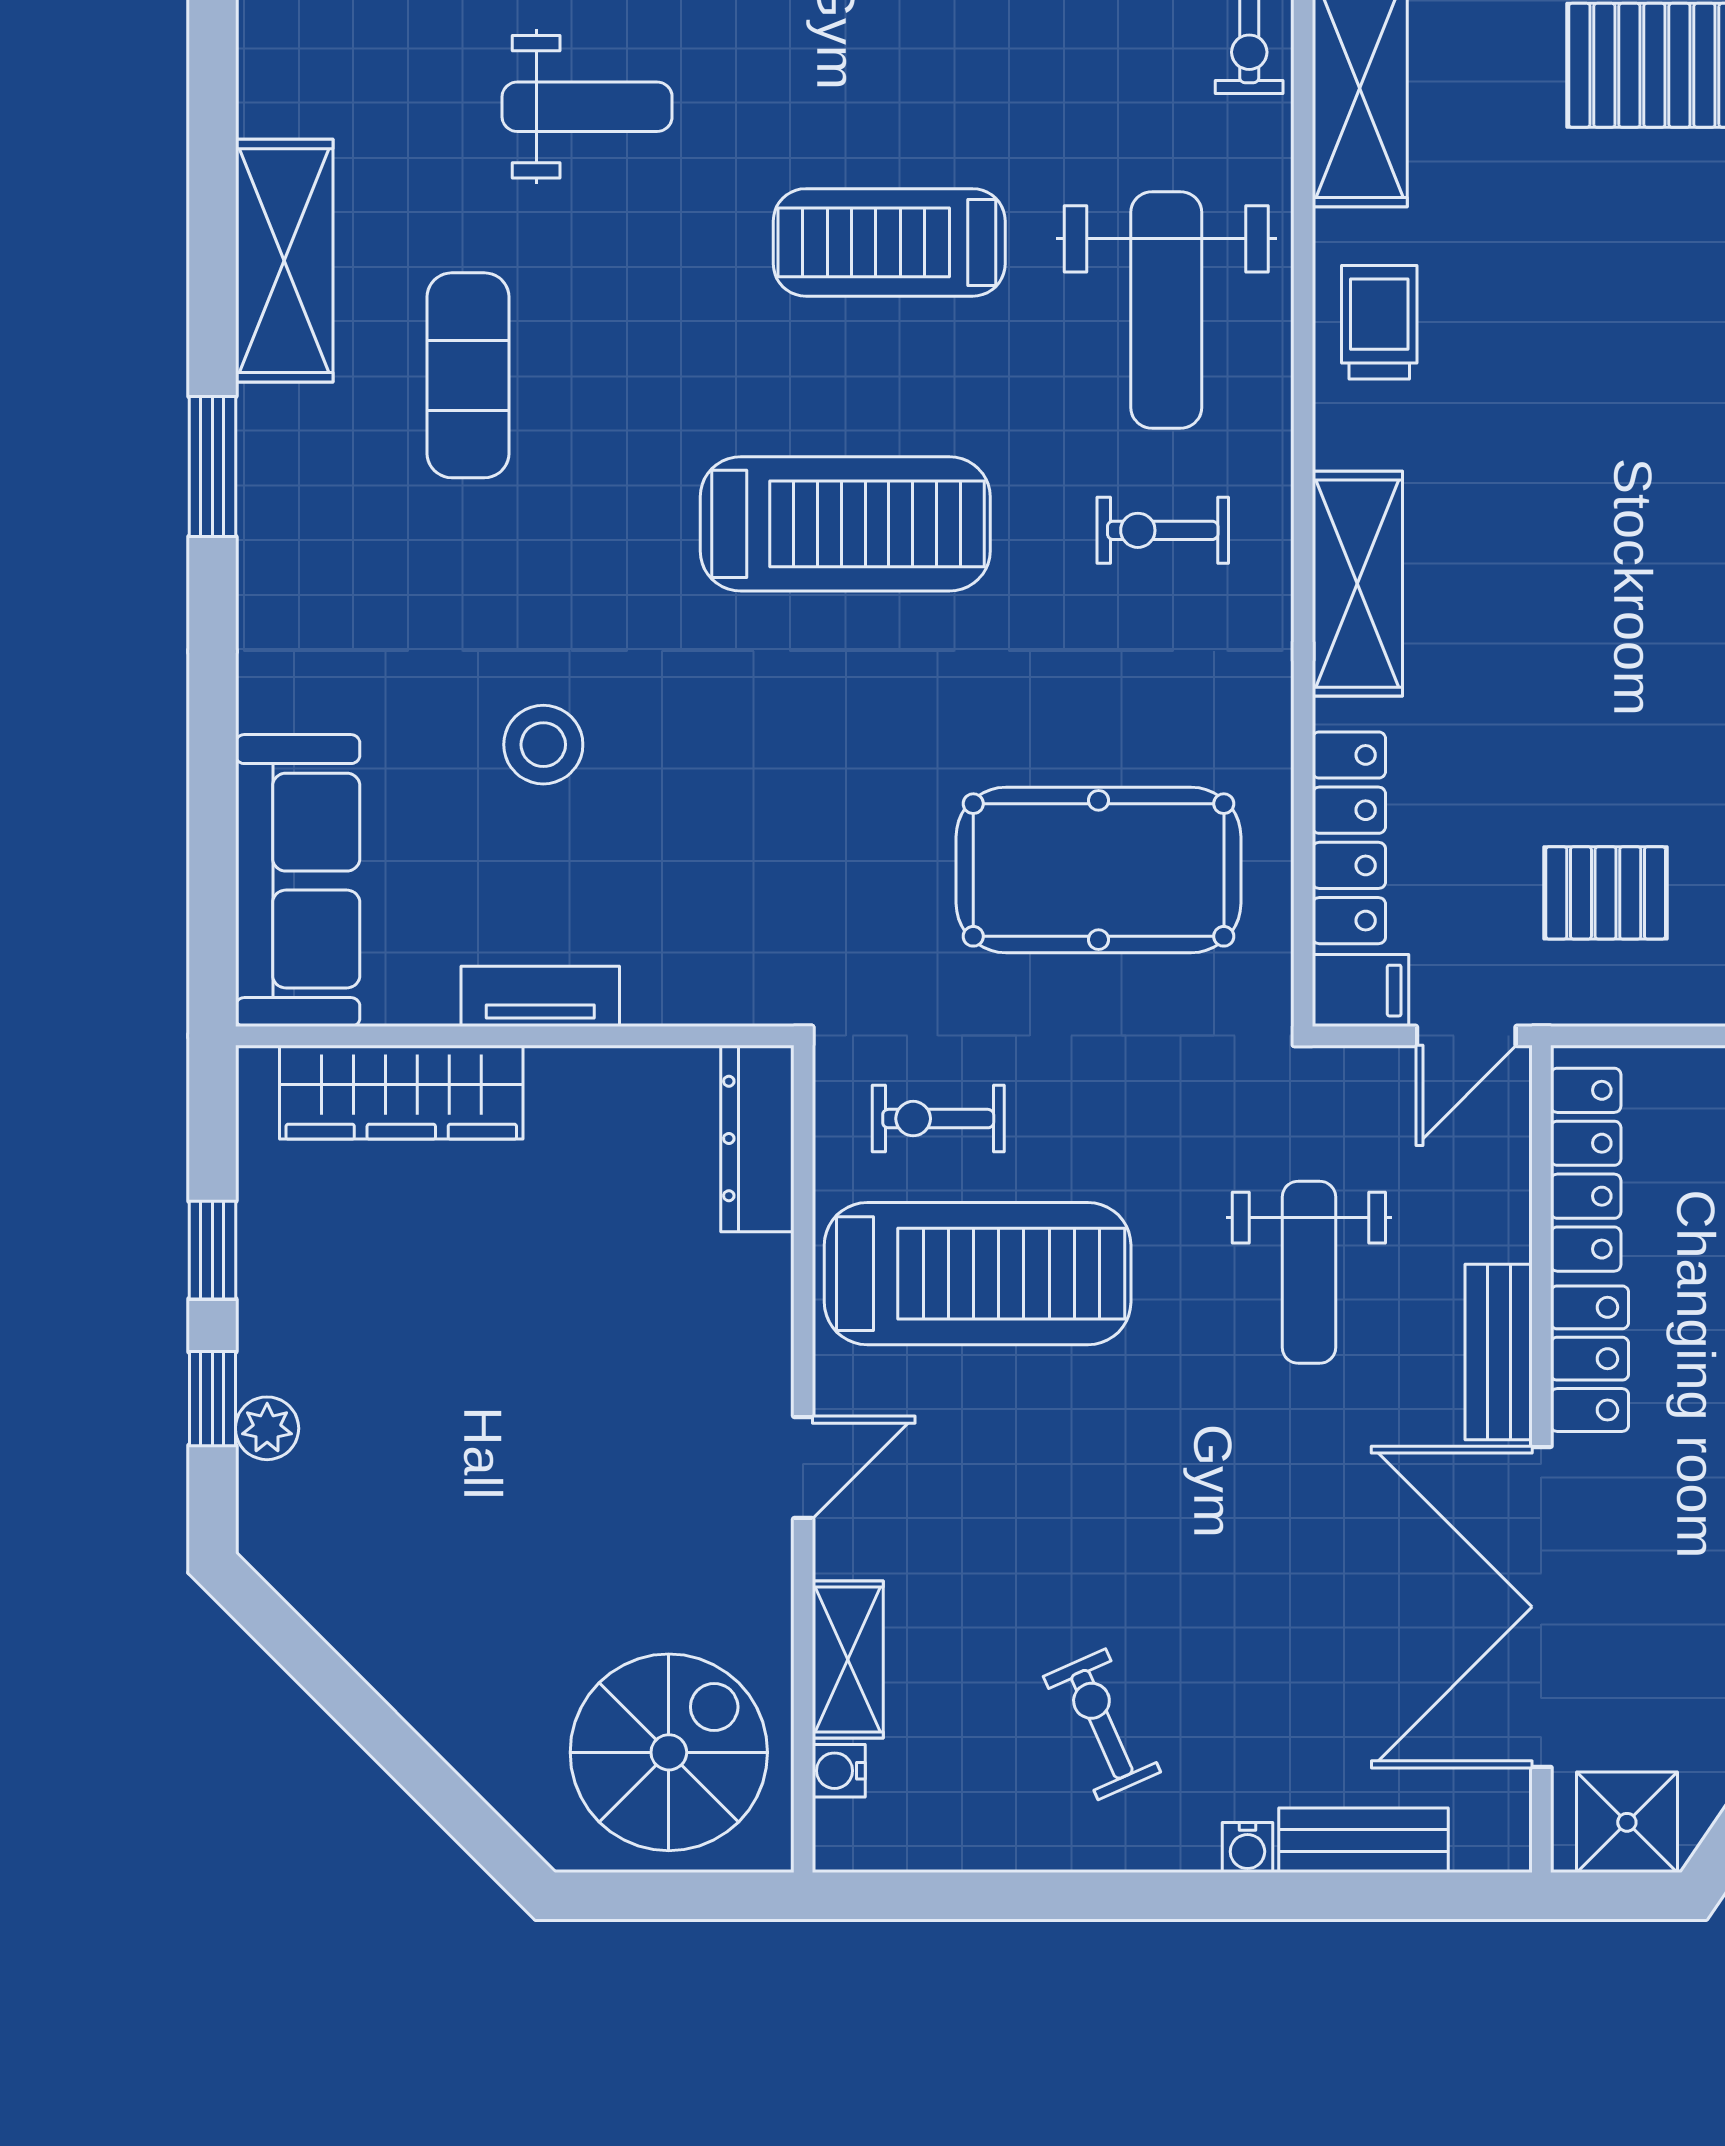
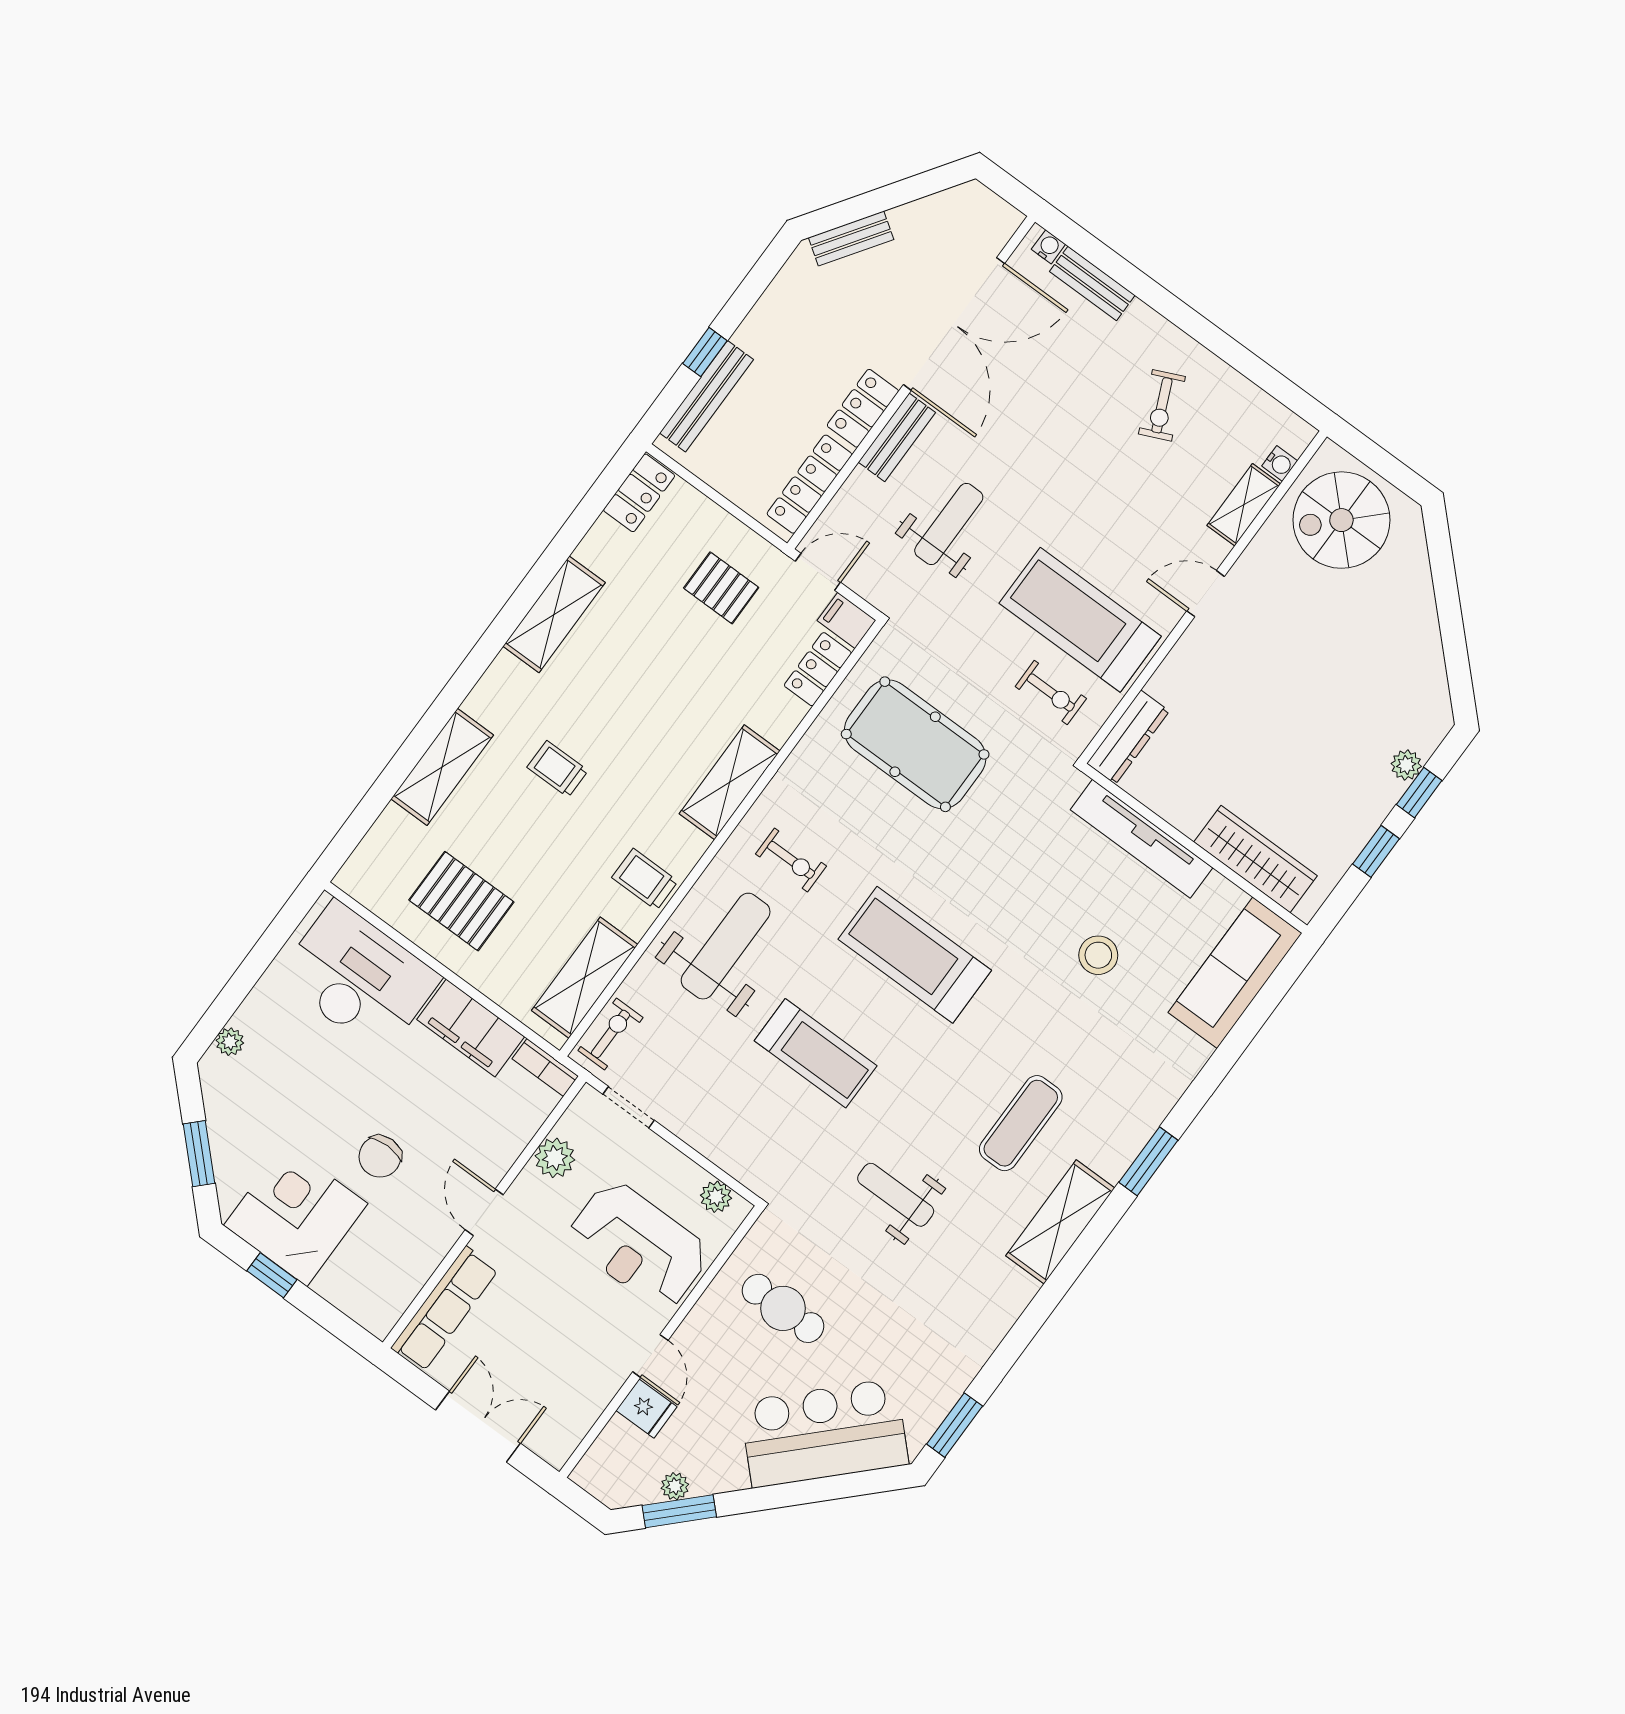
trolley: (1379, 322) -> (645, 879), turned 90
trolley: (1656, 398) -> (558, 769), added
locker: (1349, 838) -> (818, 669), width x0.66
tv unit: (540, 996) -> (1141, 839), width x1.92, depth x1.29
shower: (1627, 1822) -> (983, 214), removed
water cooler: (1247, 1848) -> (1048, 247), moved

